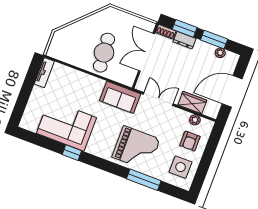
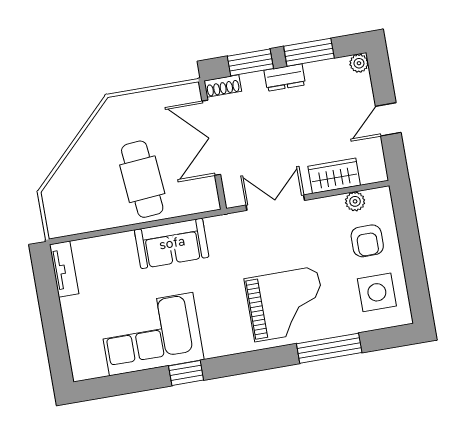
dresser: (185, 40) -> (285, 78), moved
plant: (220, 53) -> (359, 63), moved
door: (232, 91) -> (388, 119), width x0.53
sofa: (120, 97) -> (172, 243), moved

